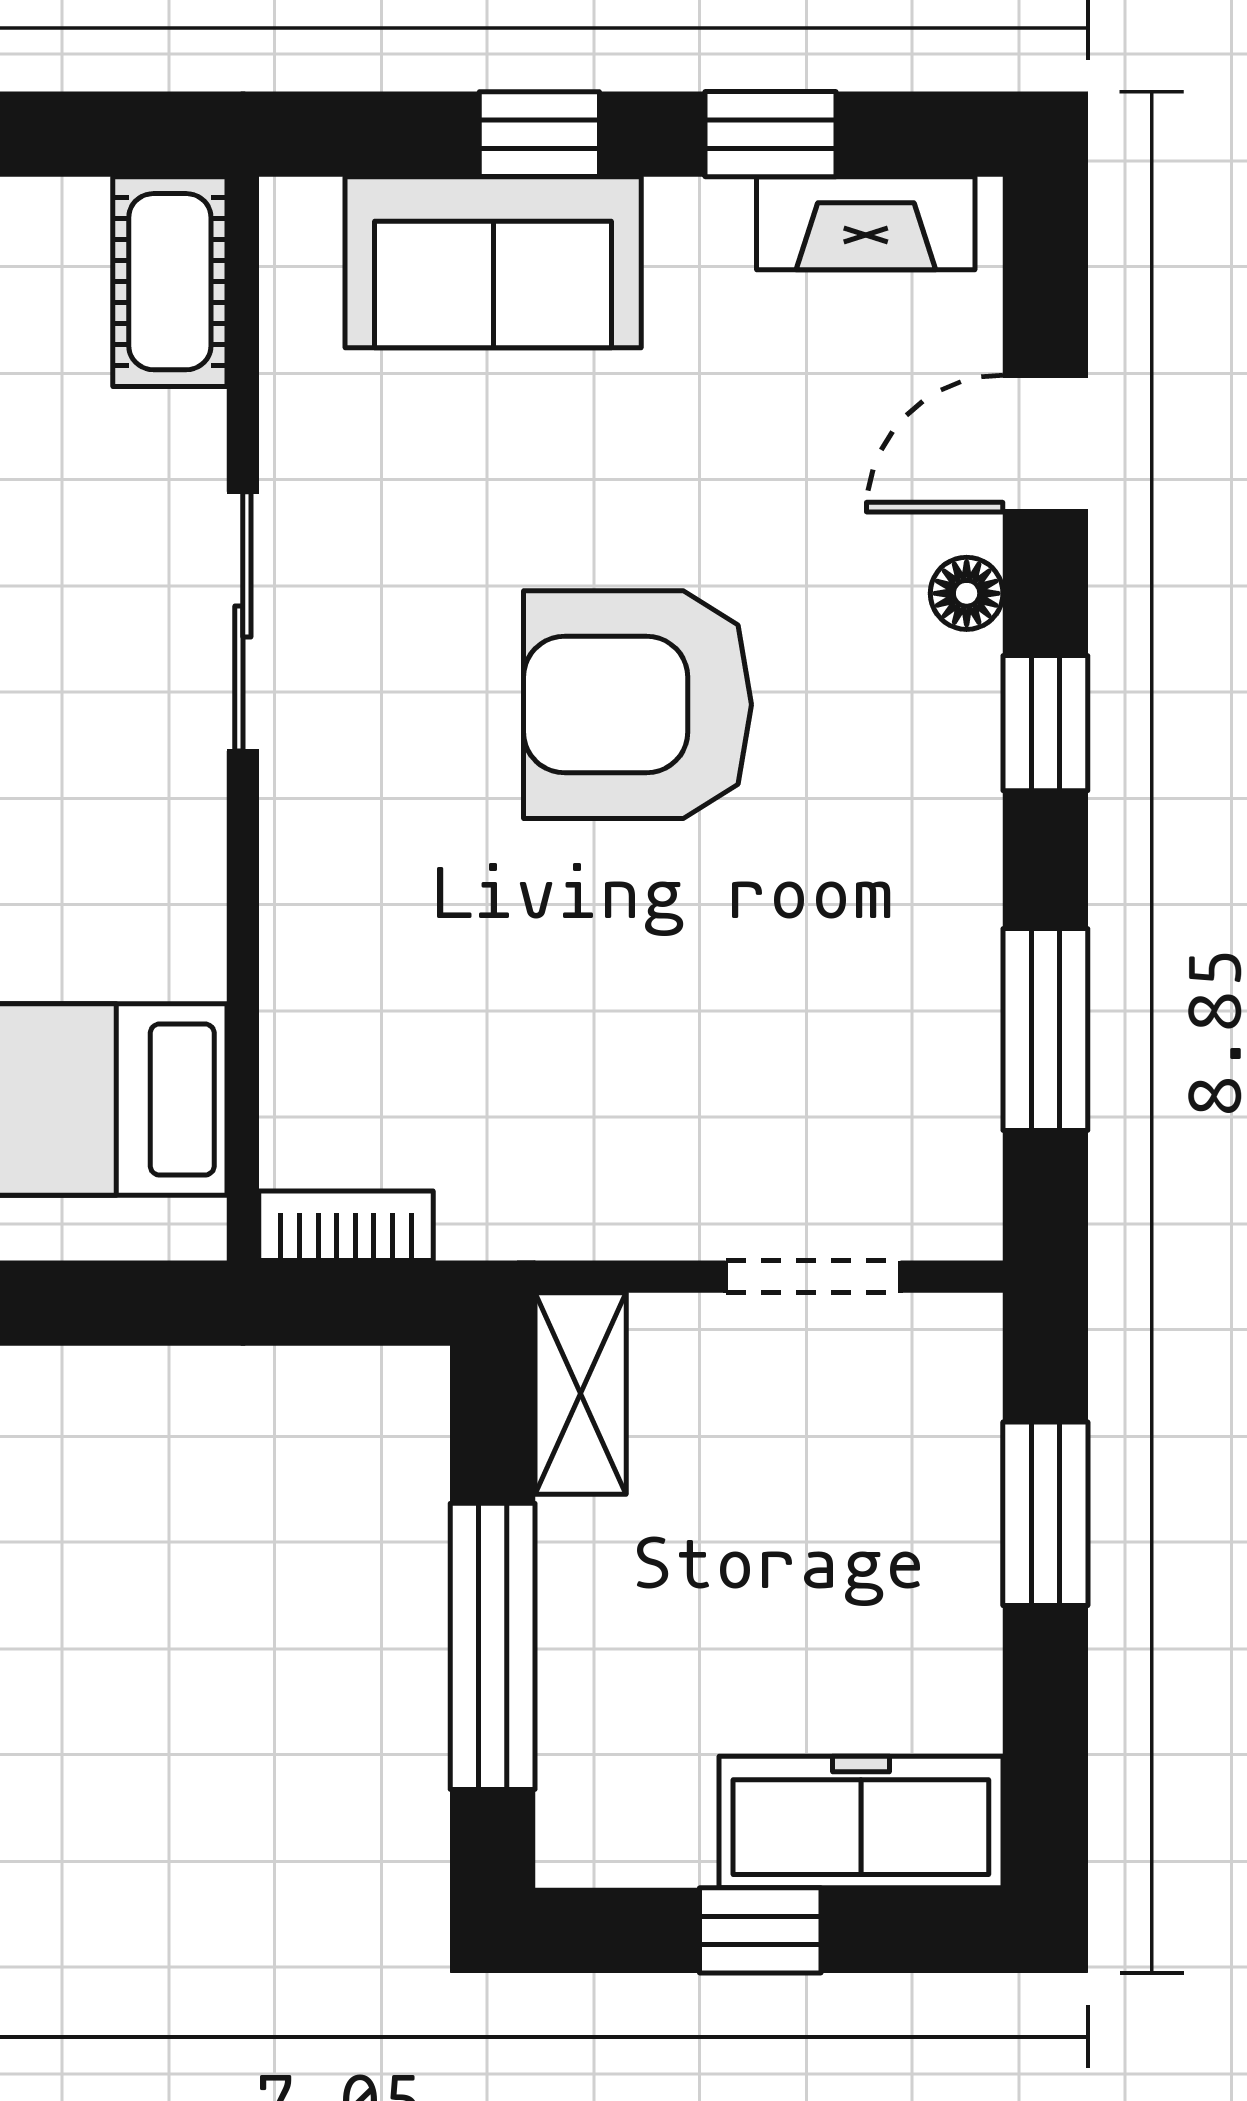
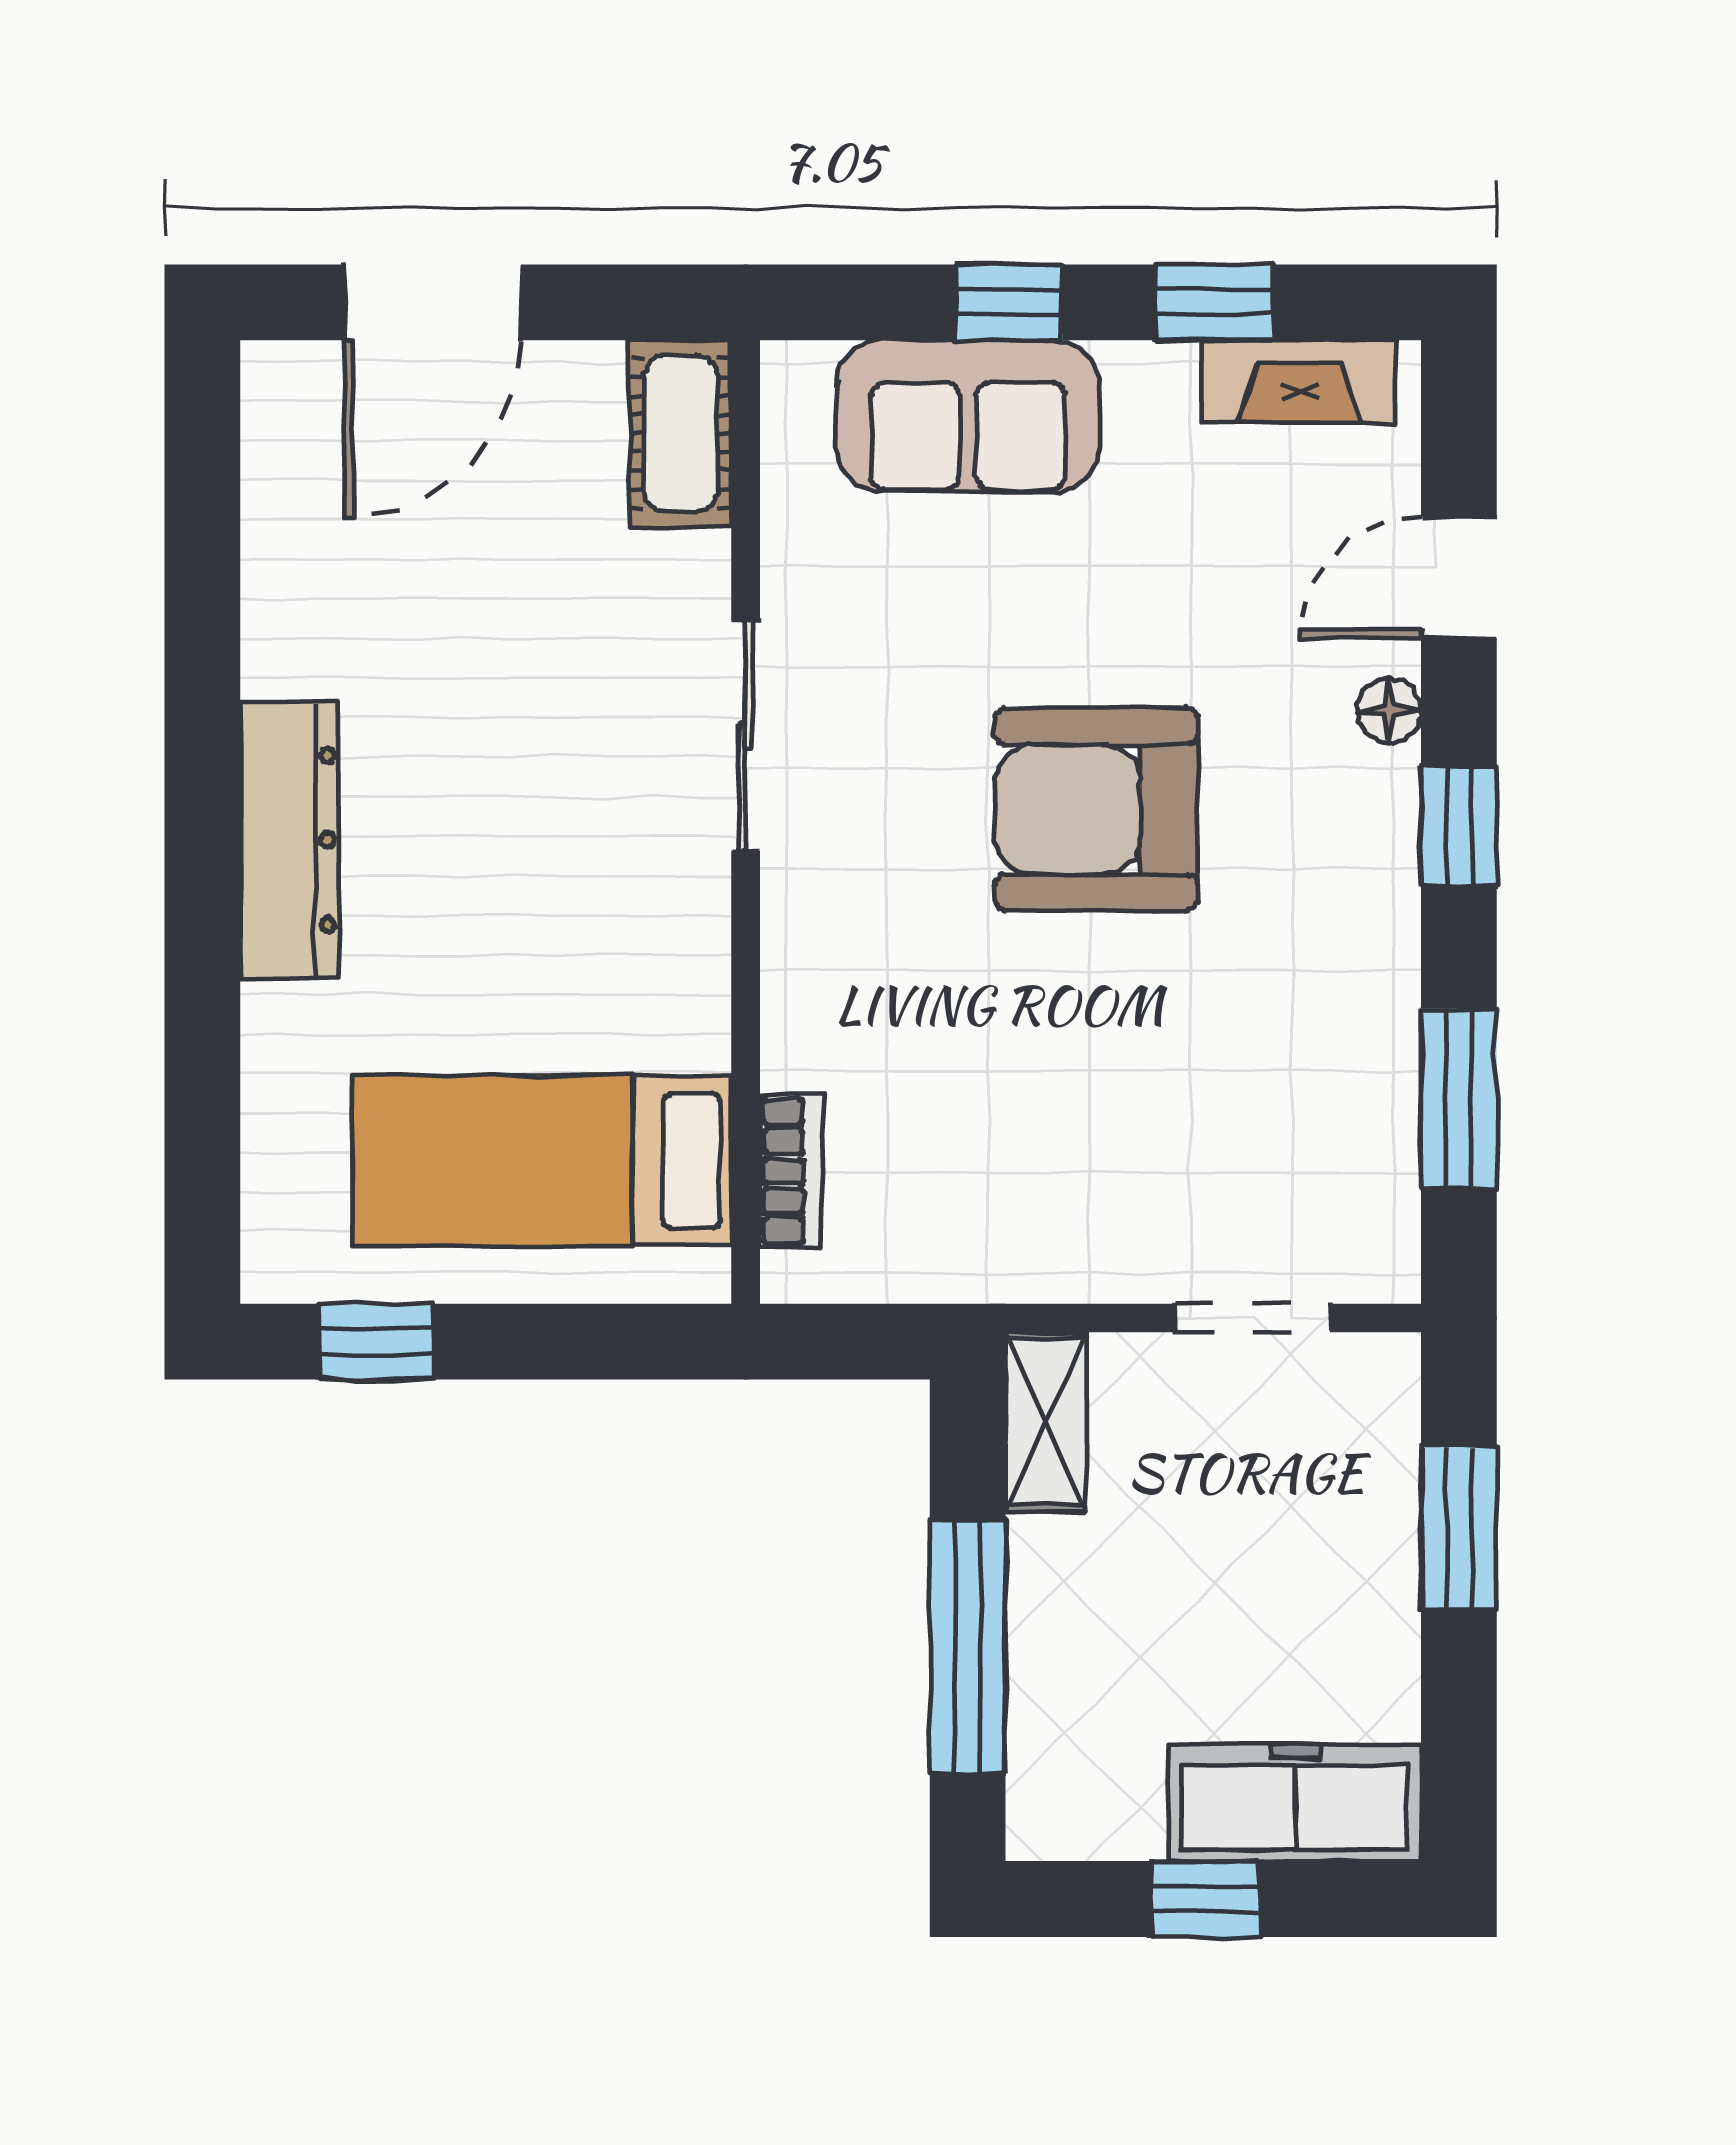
bookcase: (346, 1226) -> (791, 1171), moved, turned 90

